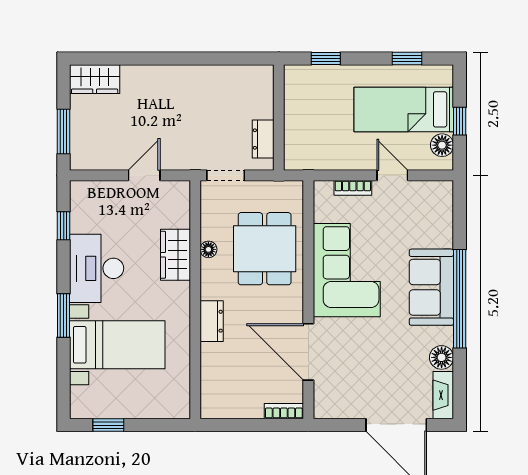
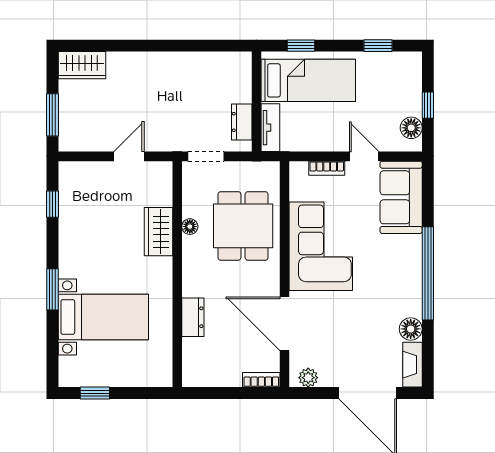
bed: (404, 109) -> (308, 80), moved, turned 180
tv unit: (293, 145) -> (270, 128), added
desk: (97, 268) -> (84, 245), removed
sofa: (431, 287) -> (401, 197), moved
dresser: (212, 321) -> (193, 317), moved
plant: (333, 409) -> (308, 378), added

